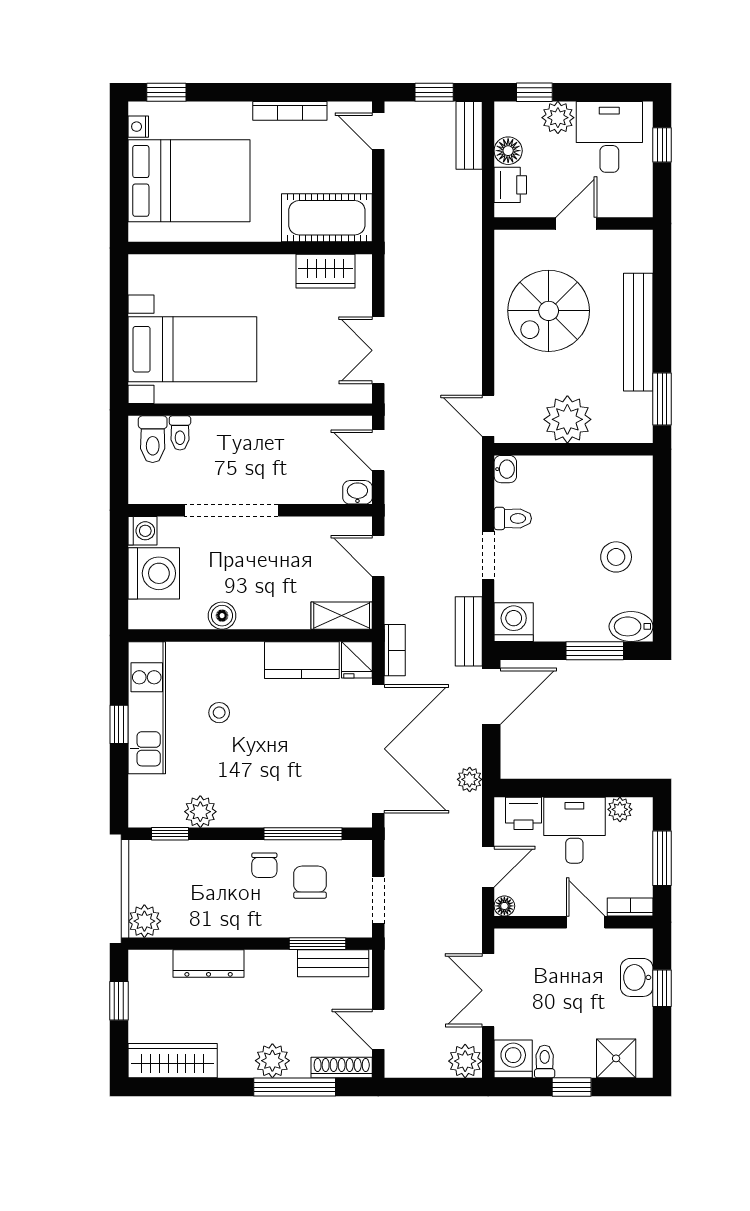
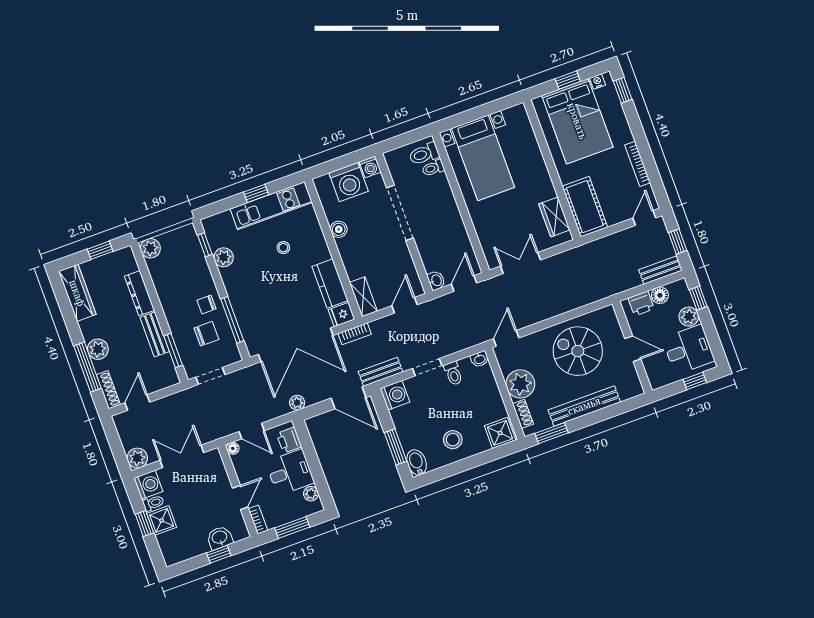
window: (119, 172) -> (568, 80), added
shoe rack: (616, 432) -> (523, 414), added
shower: (632, 479) -> (500, 433), added
bench: (333, 963) -> (155, 334), moved
shower: (616, 1058) -> (162, 520), moved

